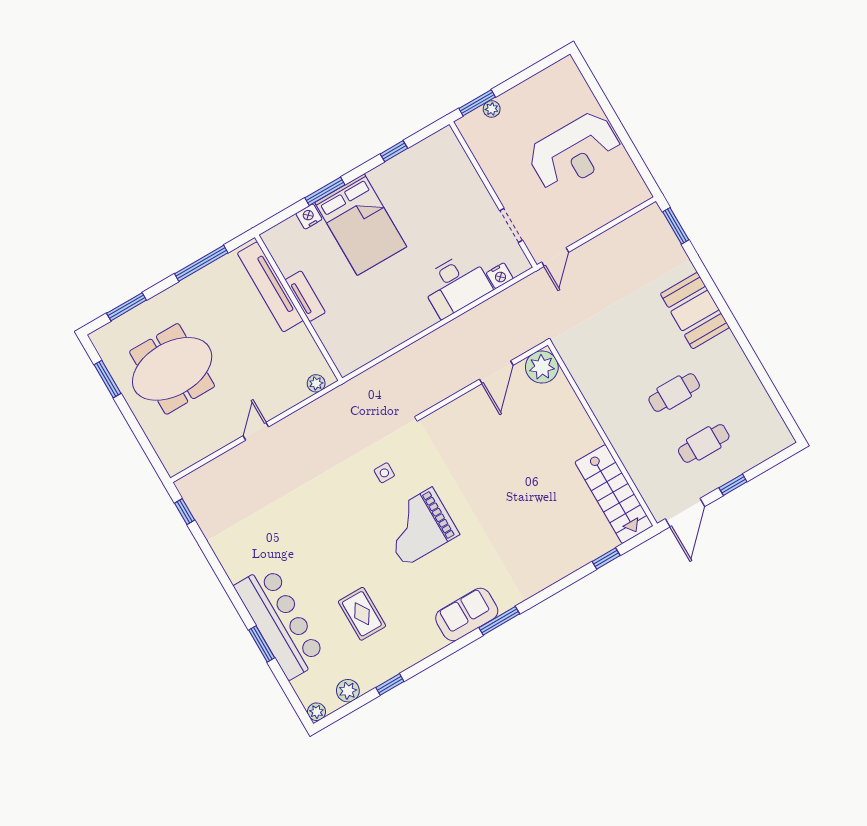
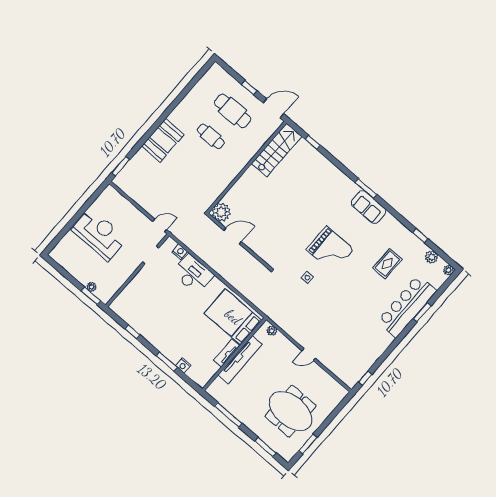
bed: (361, 225) -> (233, 317), moved, turned -90
tv unit: (270, 287) -> (240, 360), moved
cafe table: (704, 443) -> (233, 111), width x1.37, depth x1.35

